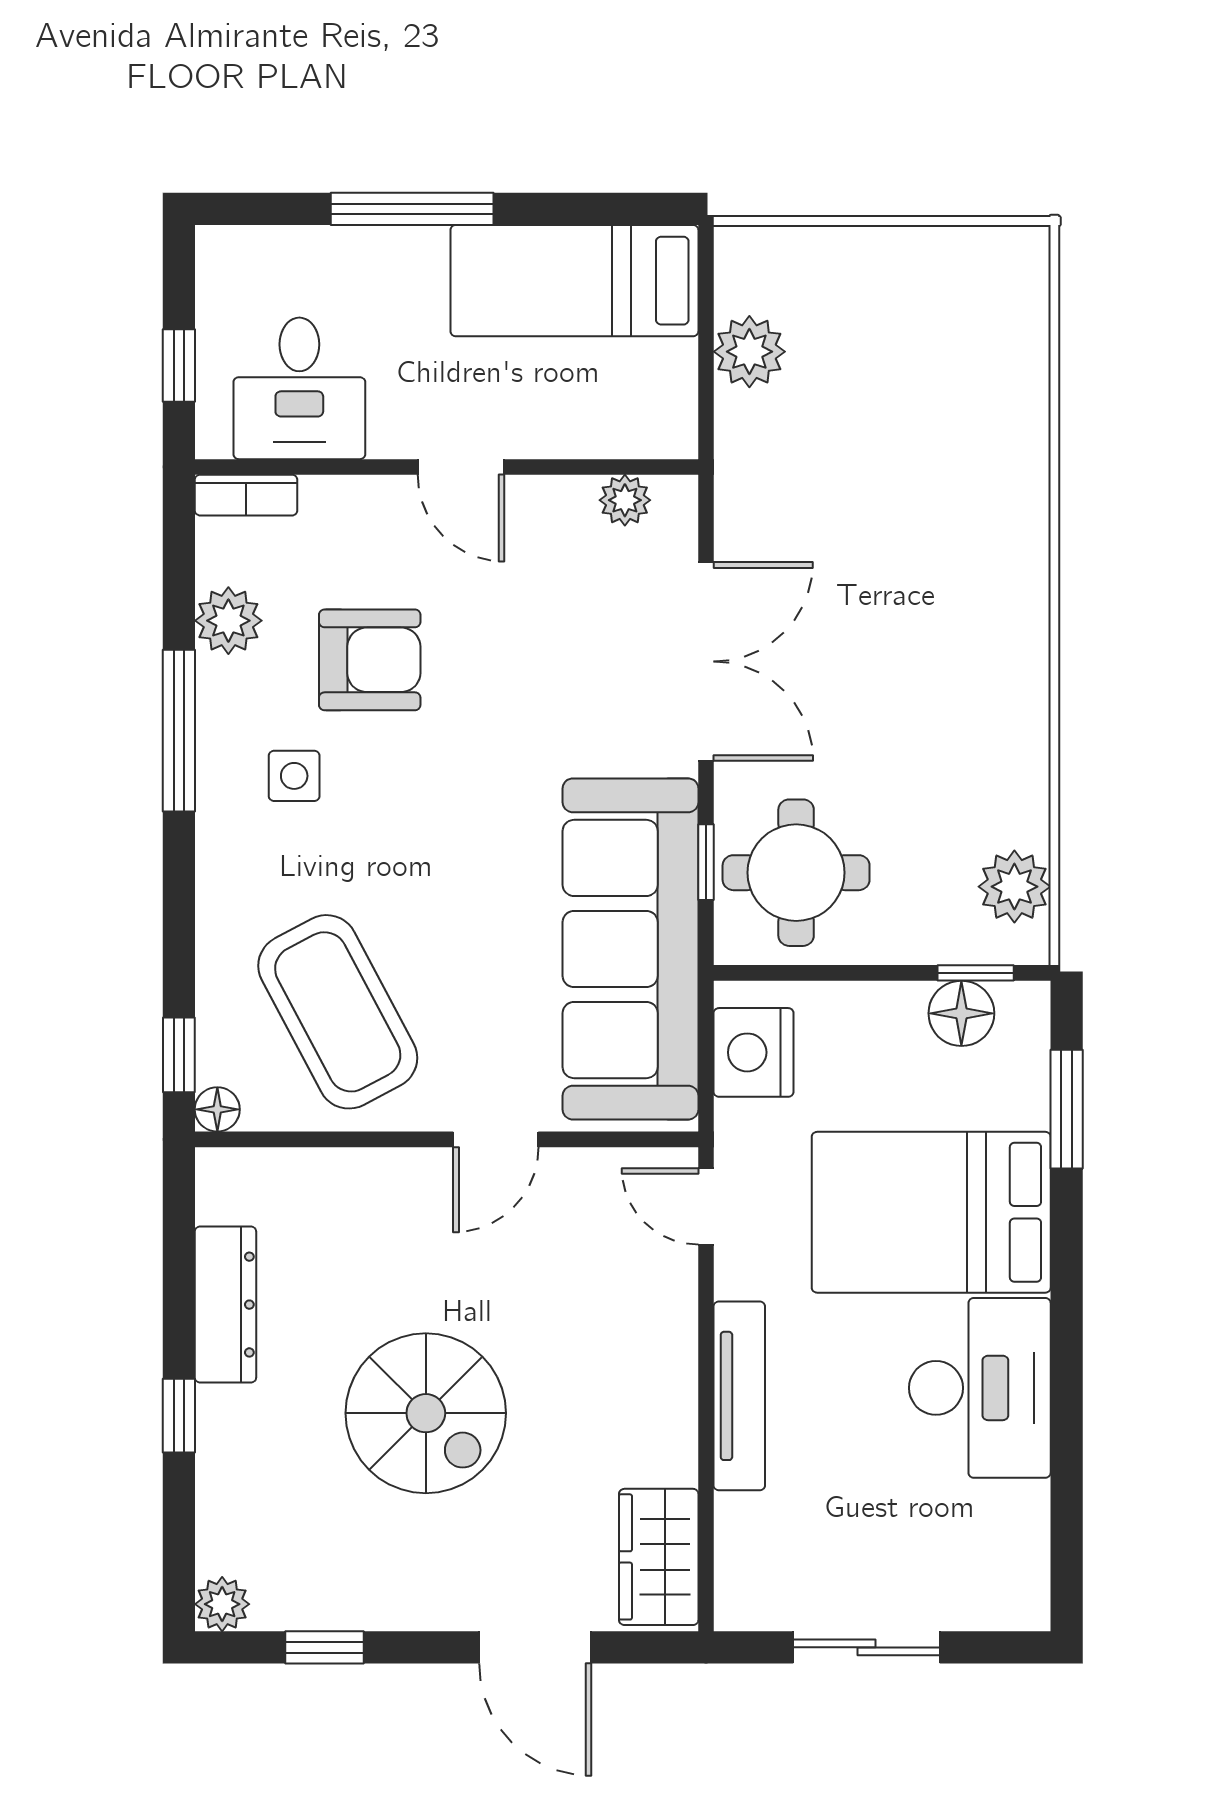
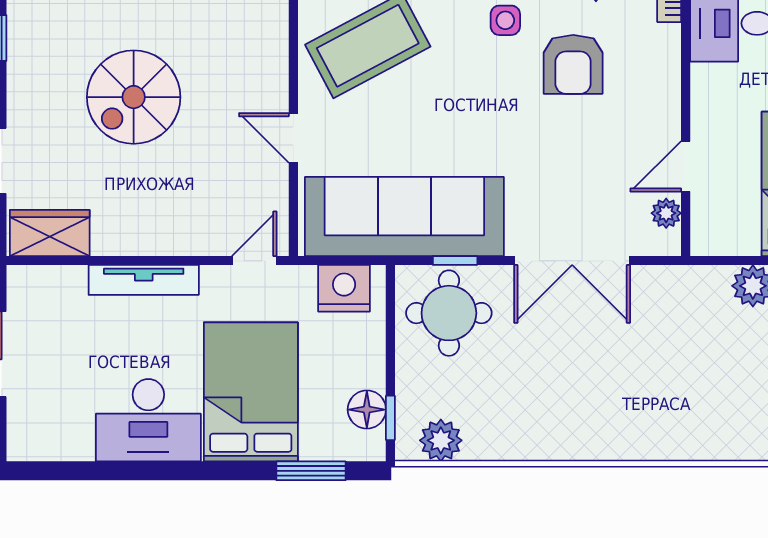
door: (461, 467) -> (686, 166), moved

